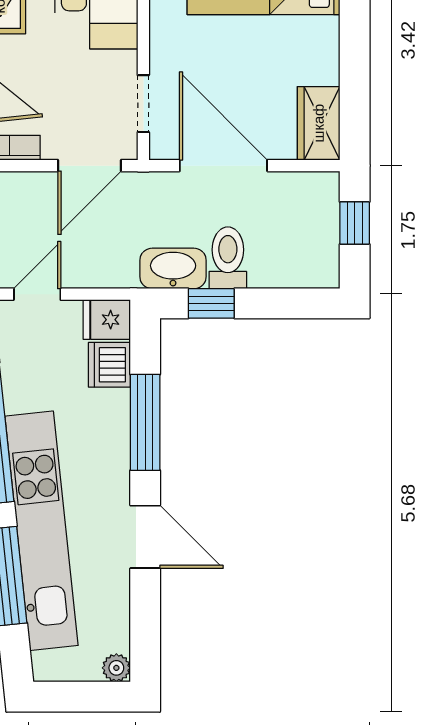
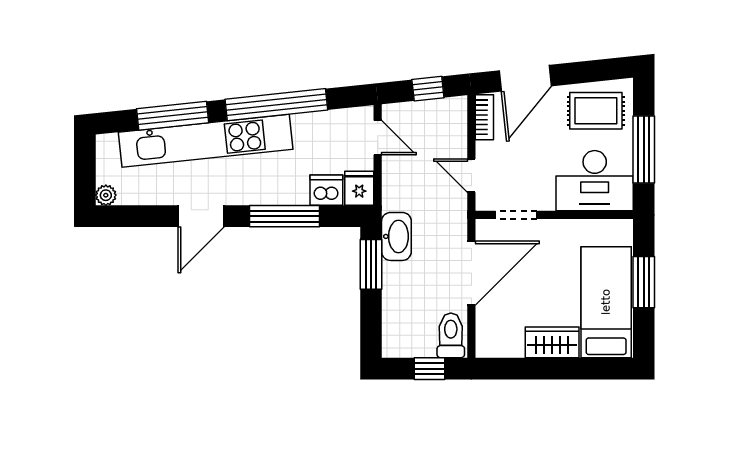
wardrobe: (319, 123) -> (552, 342), moved
door: (90, 166) -> (471, 176), width x0.73
toilet: (228, 258) -> (451, 335), moved, turned -90
window: (211, 303) -> (371, 264), width x1.50

